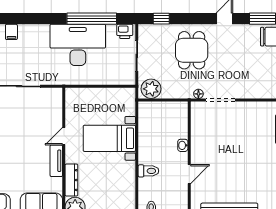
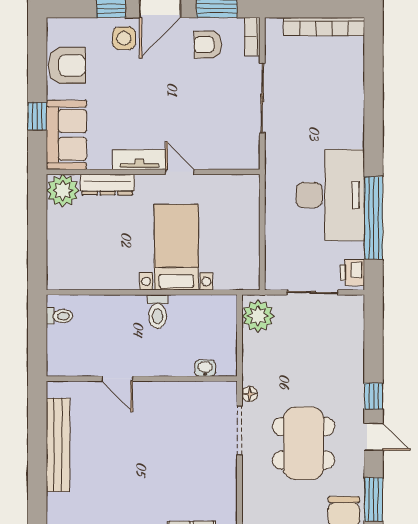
window: (161, 19) -> (374, 396), moved
filing cabinet: (11, 32) -> (352, 86), removed
dining table: (192, 50) -> (304, 443), moved, width x1.38
washbasin: (183, 145) -> (205, 368), moved
toilet: (148, 171) -> (158, 312), moved

